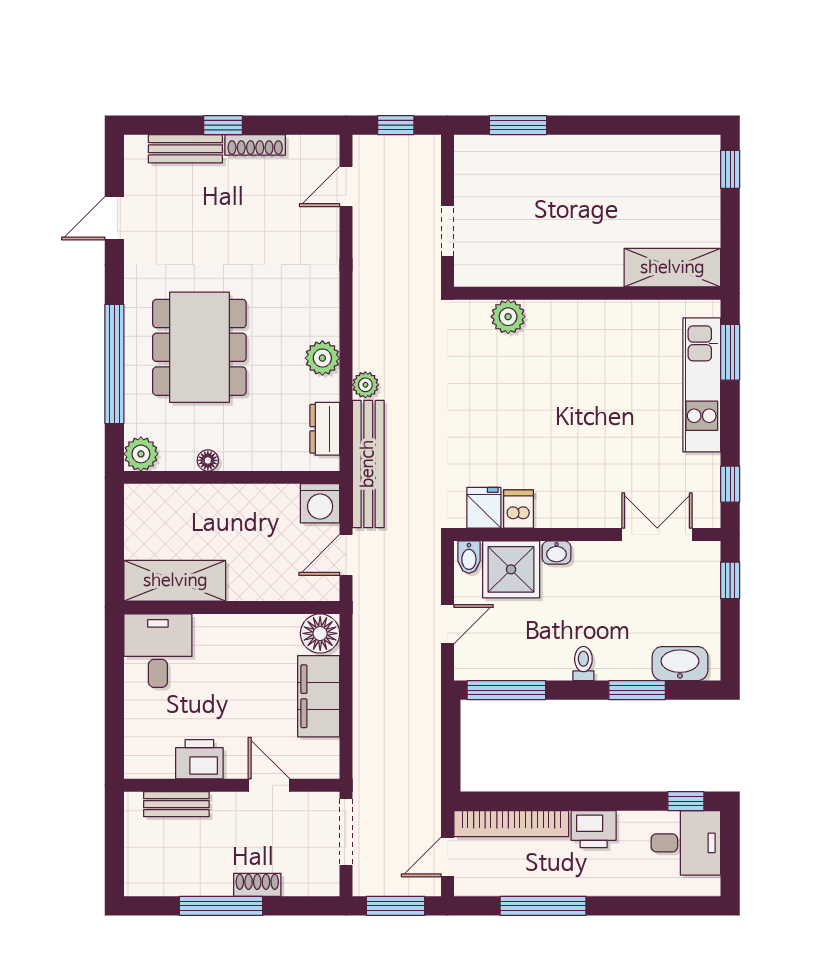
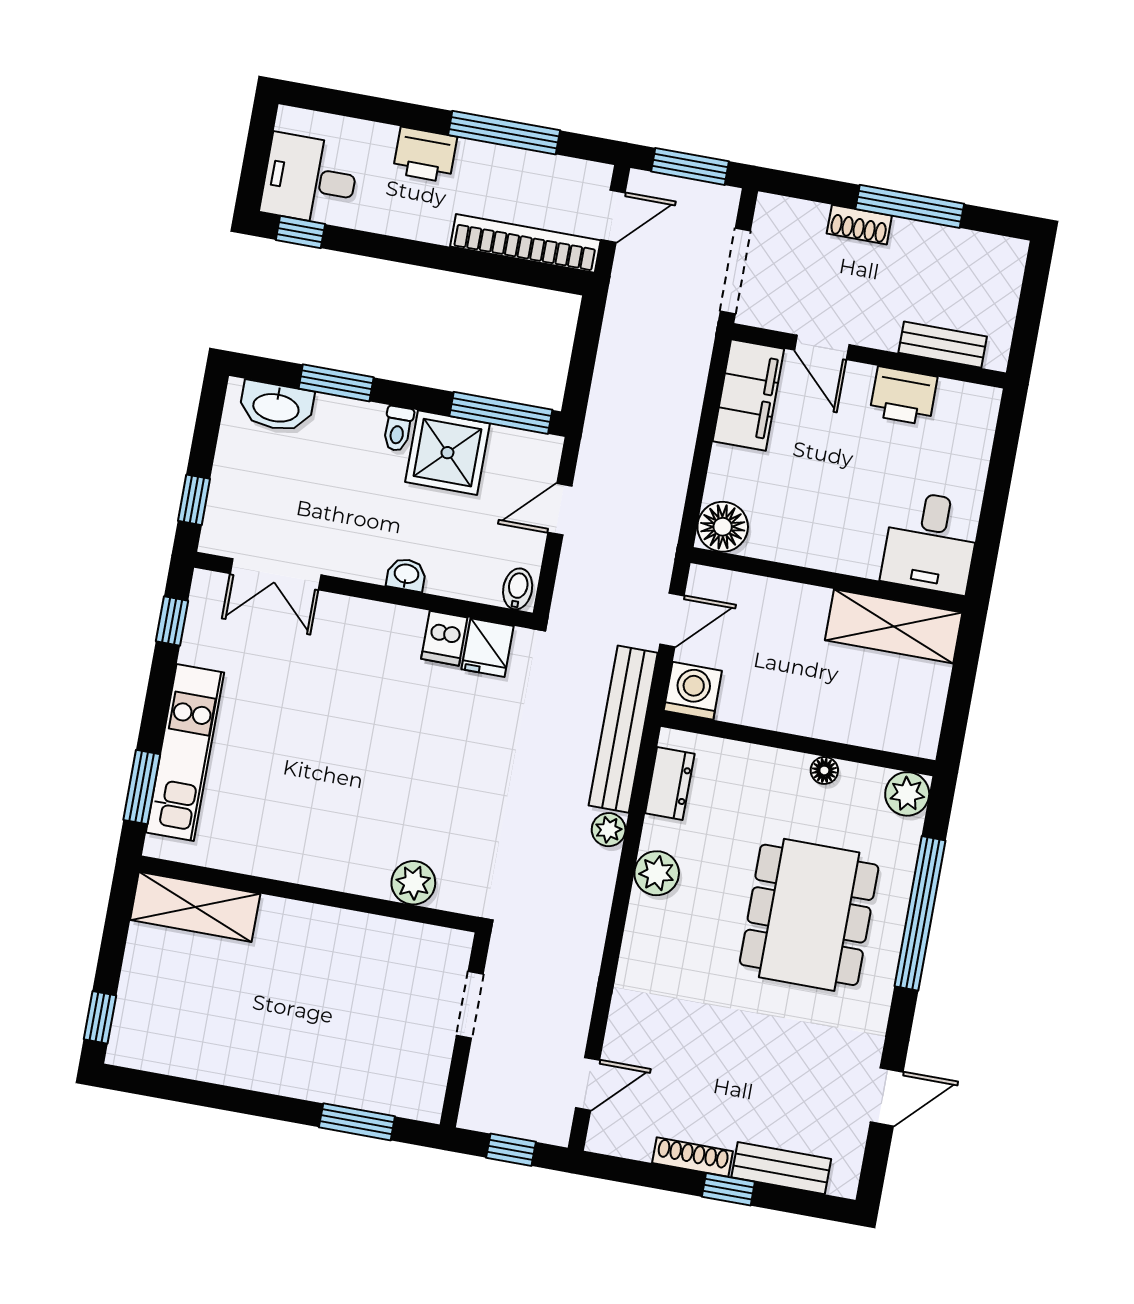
shower: (511, 569) -> (447, 453), moved
filing cabinet: (319, 696) -> (748, 395), moved
printer: (594, 829) -> (425, 155), moved, turned 180

